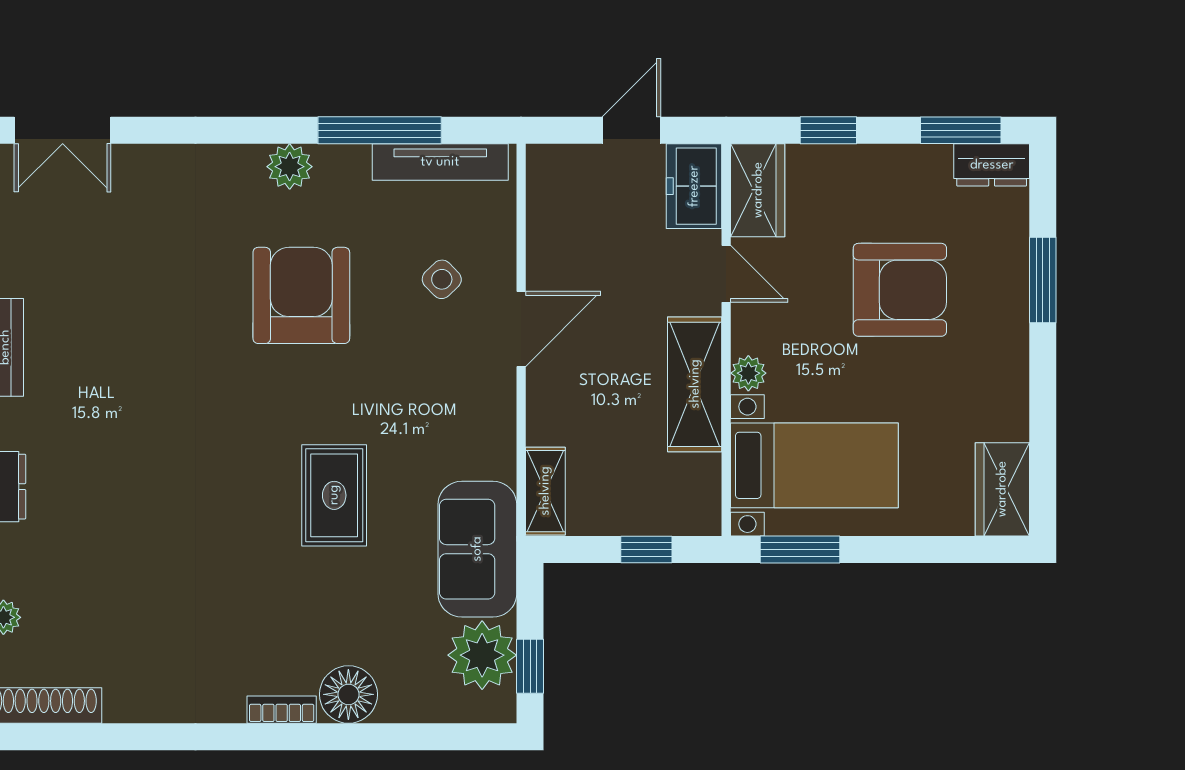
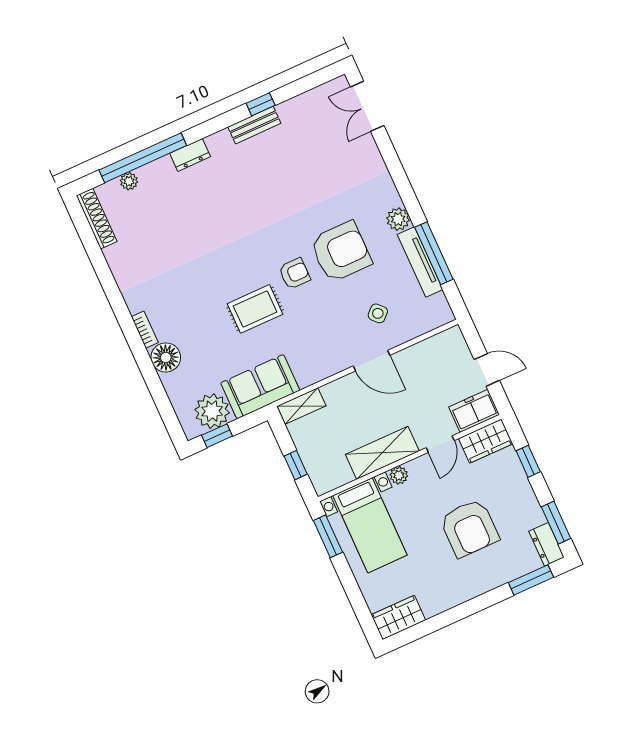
tv unit: (440, 162) -> (420, 262), moved
window: (1043, 280) -> (531, 580), moved
armchair: (303, 396) -> (294, 274), added

